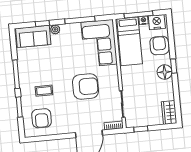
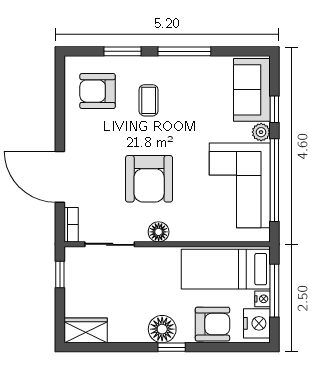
window: (80, 20) -> (274, 180), width x1.46
corner sofa: (99, 43) -> (240, 185), moved, turned -90
floor lamp: (113, 79) -> (159, 232), added

